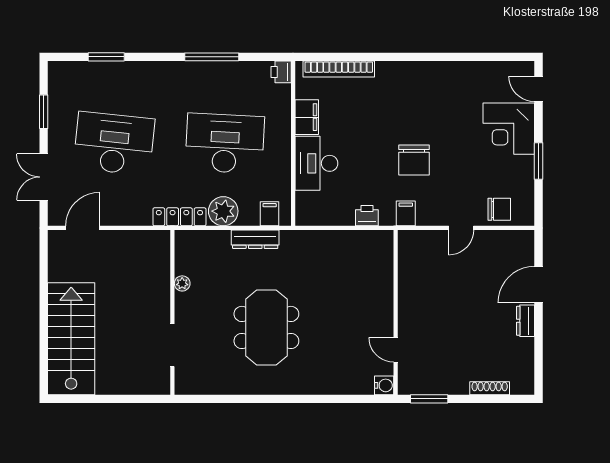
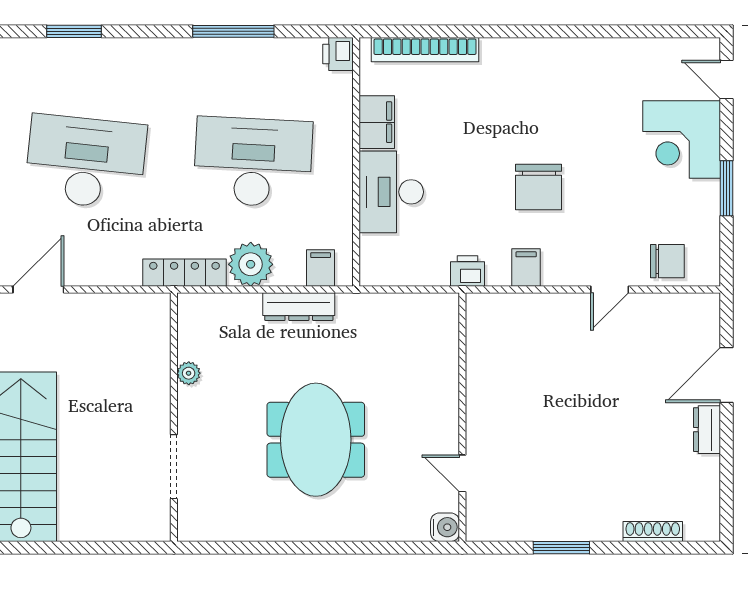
wall: (396, 312) -> (462, 417), moved
door: (396, 350) -> (462, 473), moved
water cooler: (384, 385) -> (445, 527), moved

